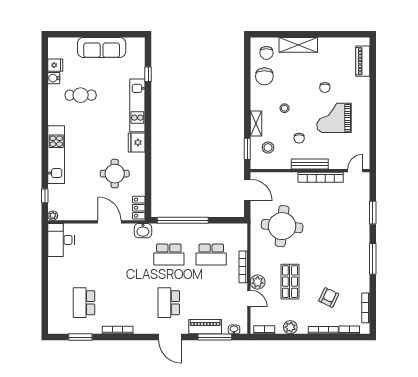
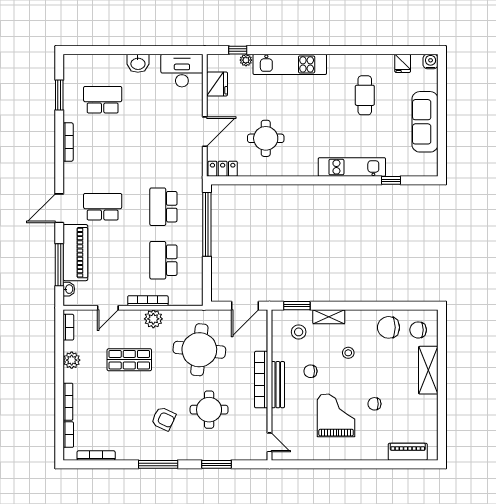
water cooler: (54, 78) -> (431, 61), moved
fridge: (137, 143) -> (217, 84), moved, turned 90
bookcase: (321, 177) -> (261, 380), moved
plant: (53, 216) -> (246, 60), moved
round table: (329, 218) -> (209, 410), added
washbasin: (143, 231) -> (138, 63), moved, turned -90
plant: (258, 282) -> (153, 319), moved
armchair: (329, 297) -> (164, 419), moved
piano: (205, 327) -> (75, 253), width x1.37, depth x1.33

